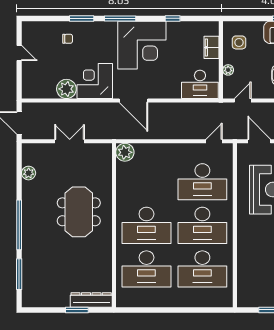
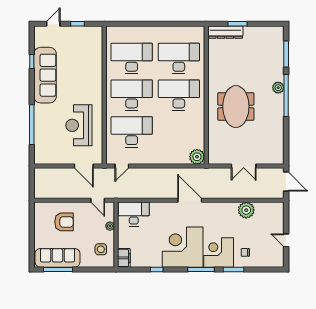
filing cabinet: (212, 47) -> (124, 258), moved
corner desk: (95, 81) -> (219, 253), moved, turned 180
door: (243, 101) -> (98, 200), hinge flipped
plant: (29, 173) -> (278, 88), moved

